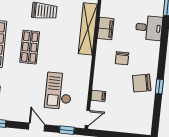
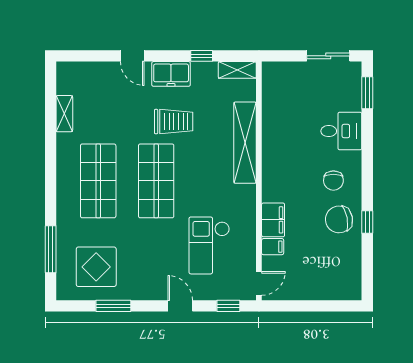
filing cabinet: (106, 29) -> (273, 220), moved
shop shelf: (30, 47) -> (156, 181), width x1.43, depth x1.36
chair: (122, 58) -> (333, 181), moved

